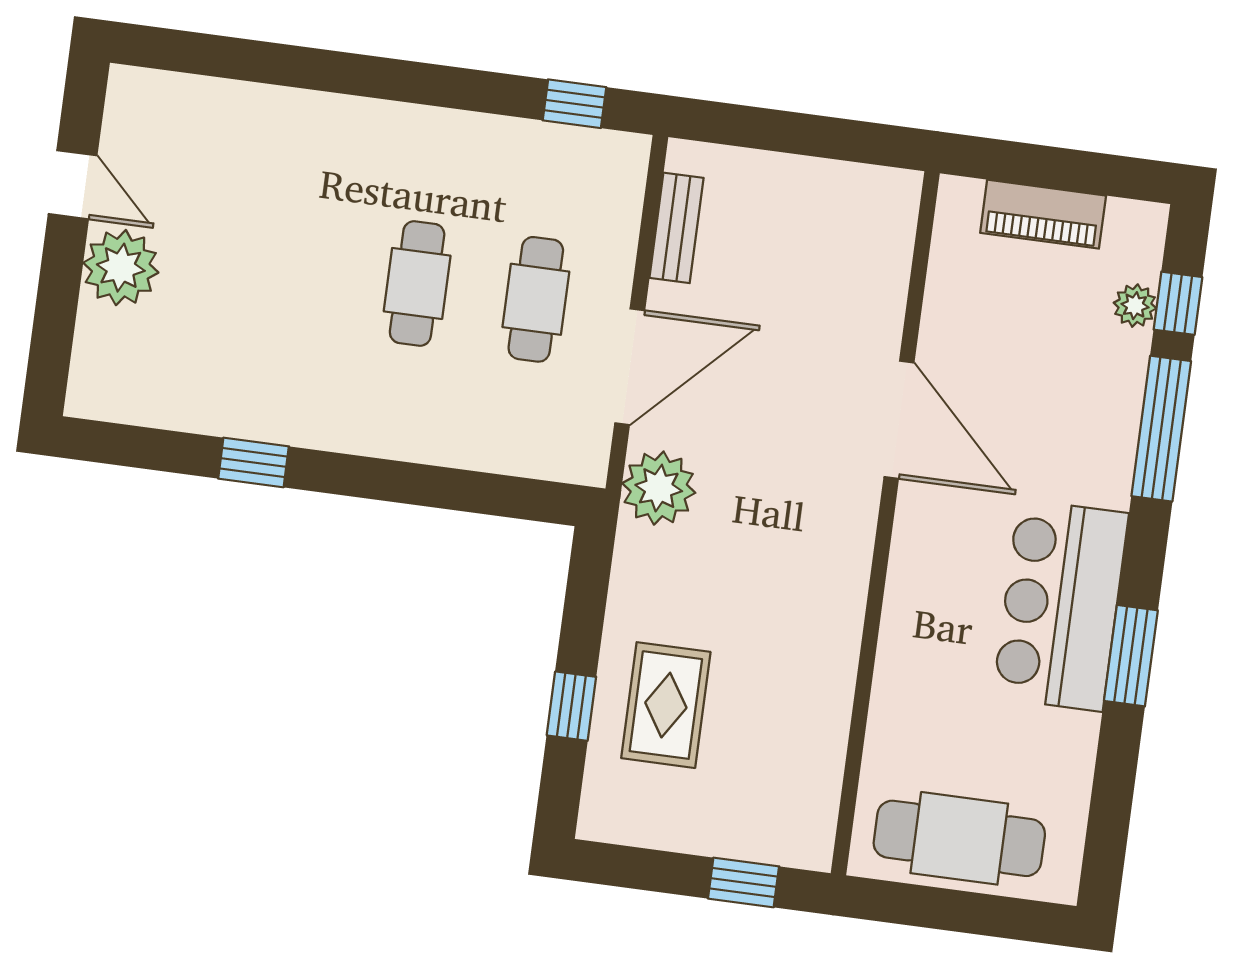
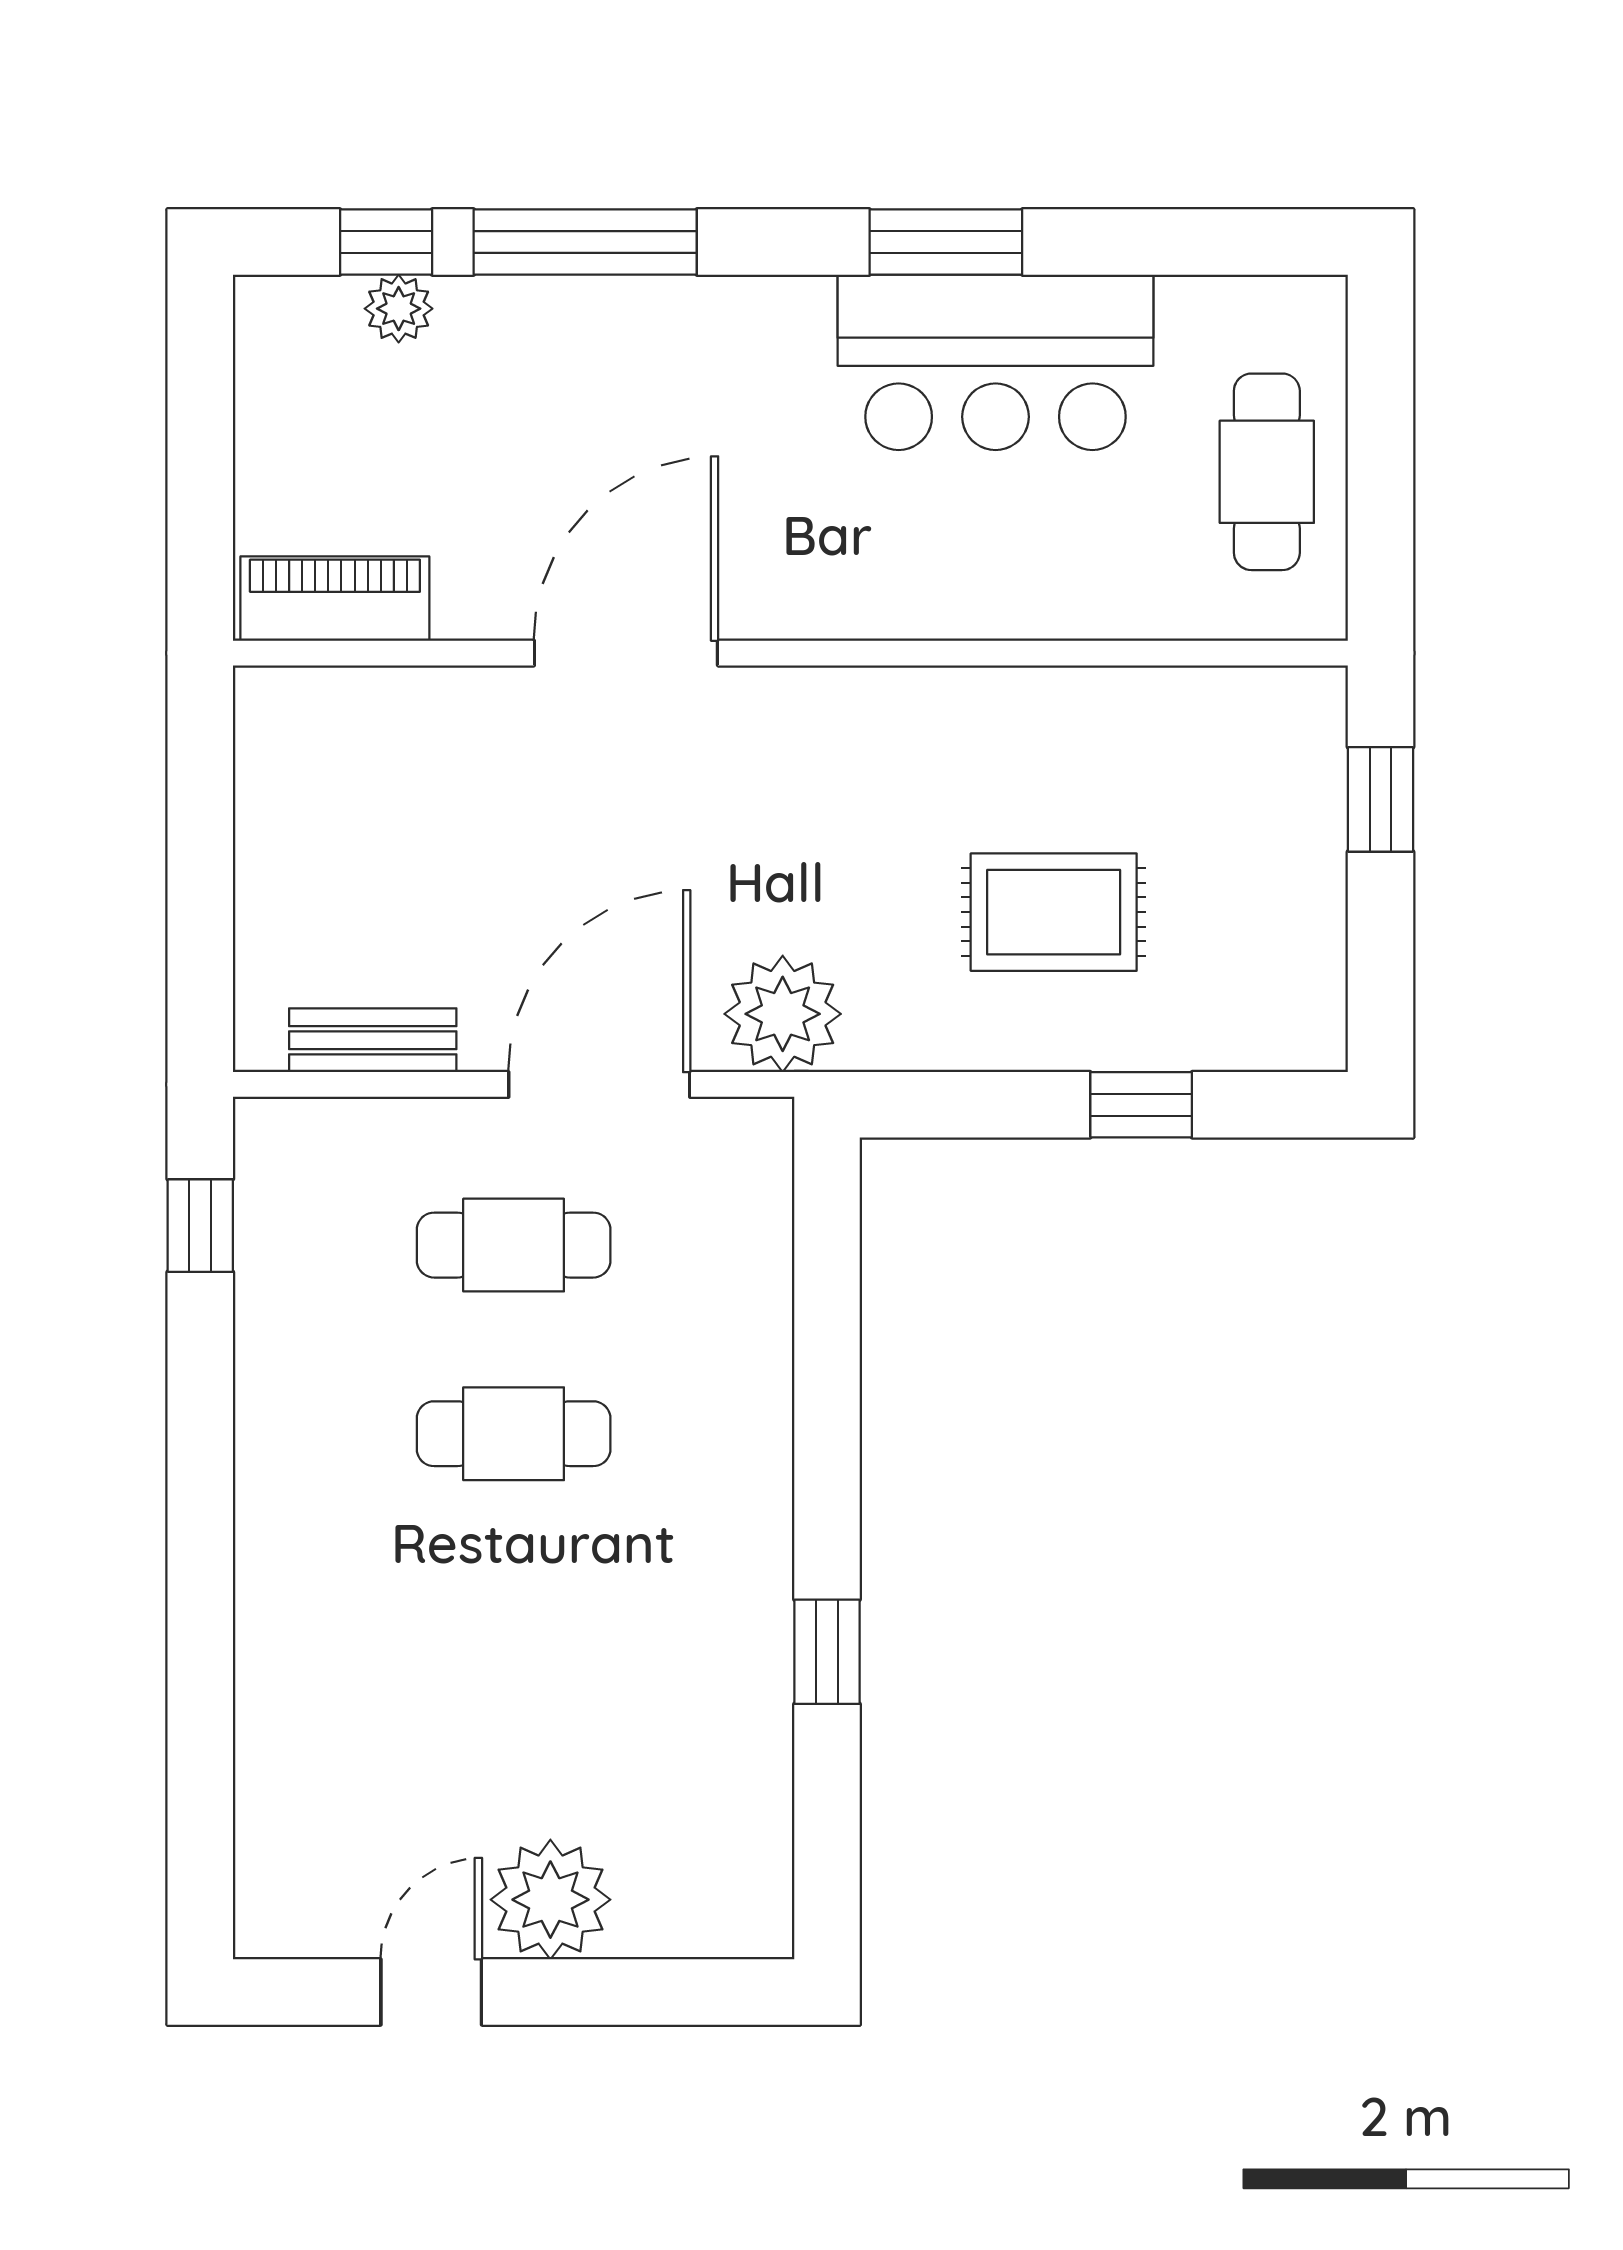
piano: (1043, 214) -> (335, 599), moved, turned -90
door: (630, 367) -> (599, 1084), hinge flipped
bar counter: (1061, 605) -> (996, 362), moved
rug: (666, 705) -> (1054, 912), moved
cafe table: (959, 838) -> (1267, 472), width x0.73, depth x0.74

